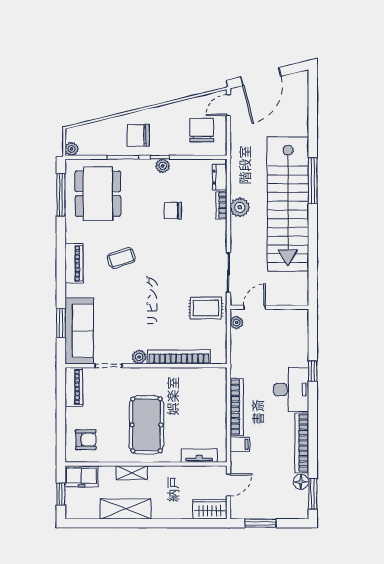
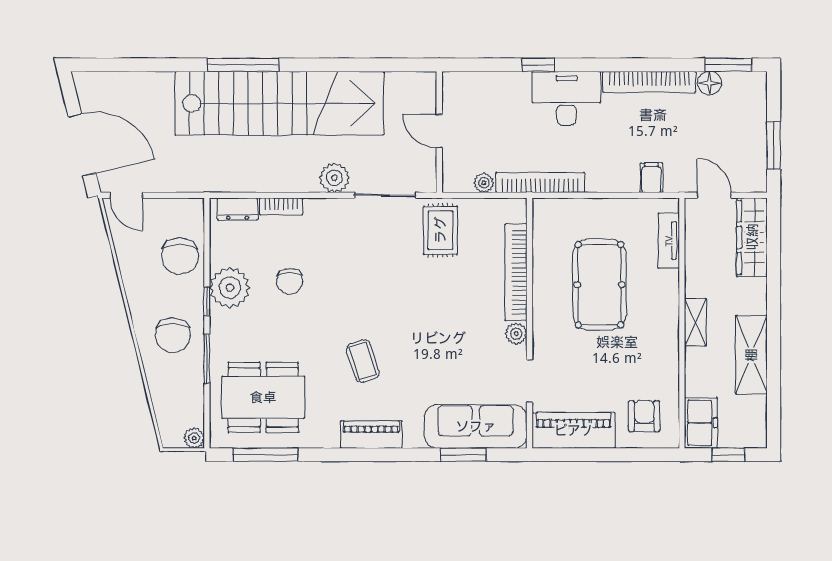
chair: (202, 130) -> (180, 256), moved, turned -90
plant: (163, 166) -> (230, 288), width x1.87, depth x1.87
plant: (240, 207) -> (334, 178), moved
door: (255, 307) -> (439, 131), moved
plant: (237, 323) -> (484, 183), moved
piano: (74, 387) -> (574, 430), width x1.37, depth x1.33
bookcase: (237, 407) -> (540, 183), moved
pool table: (146, 425) -> (599, 285), moved, turned 90
shelving: (132, 473) -> (695, 322), moved
wardrobe: (210, 509) -> (752, 237), width x1.50

